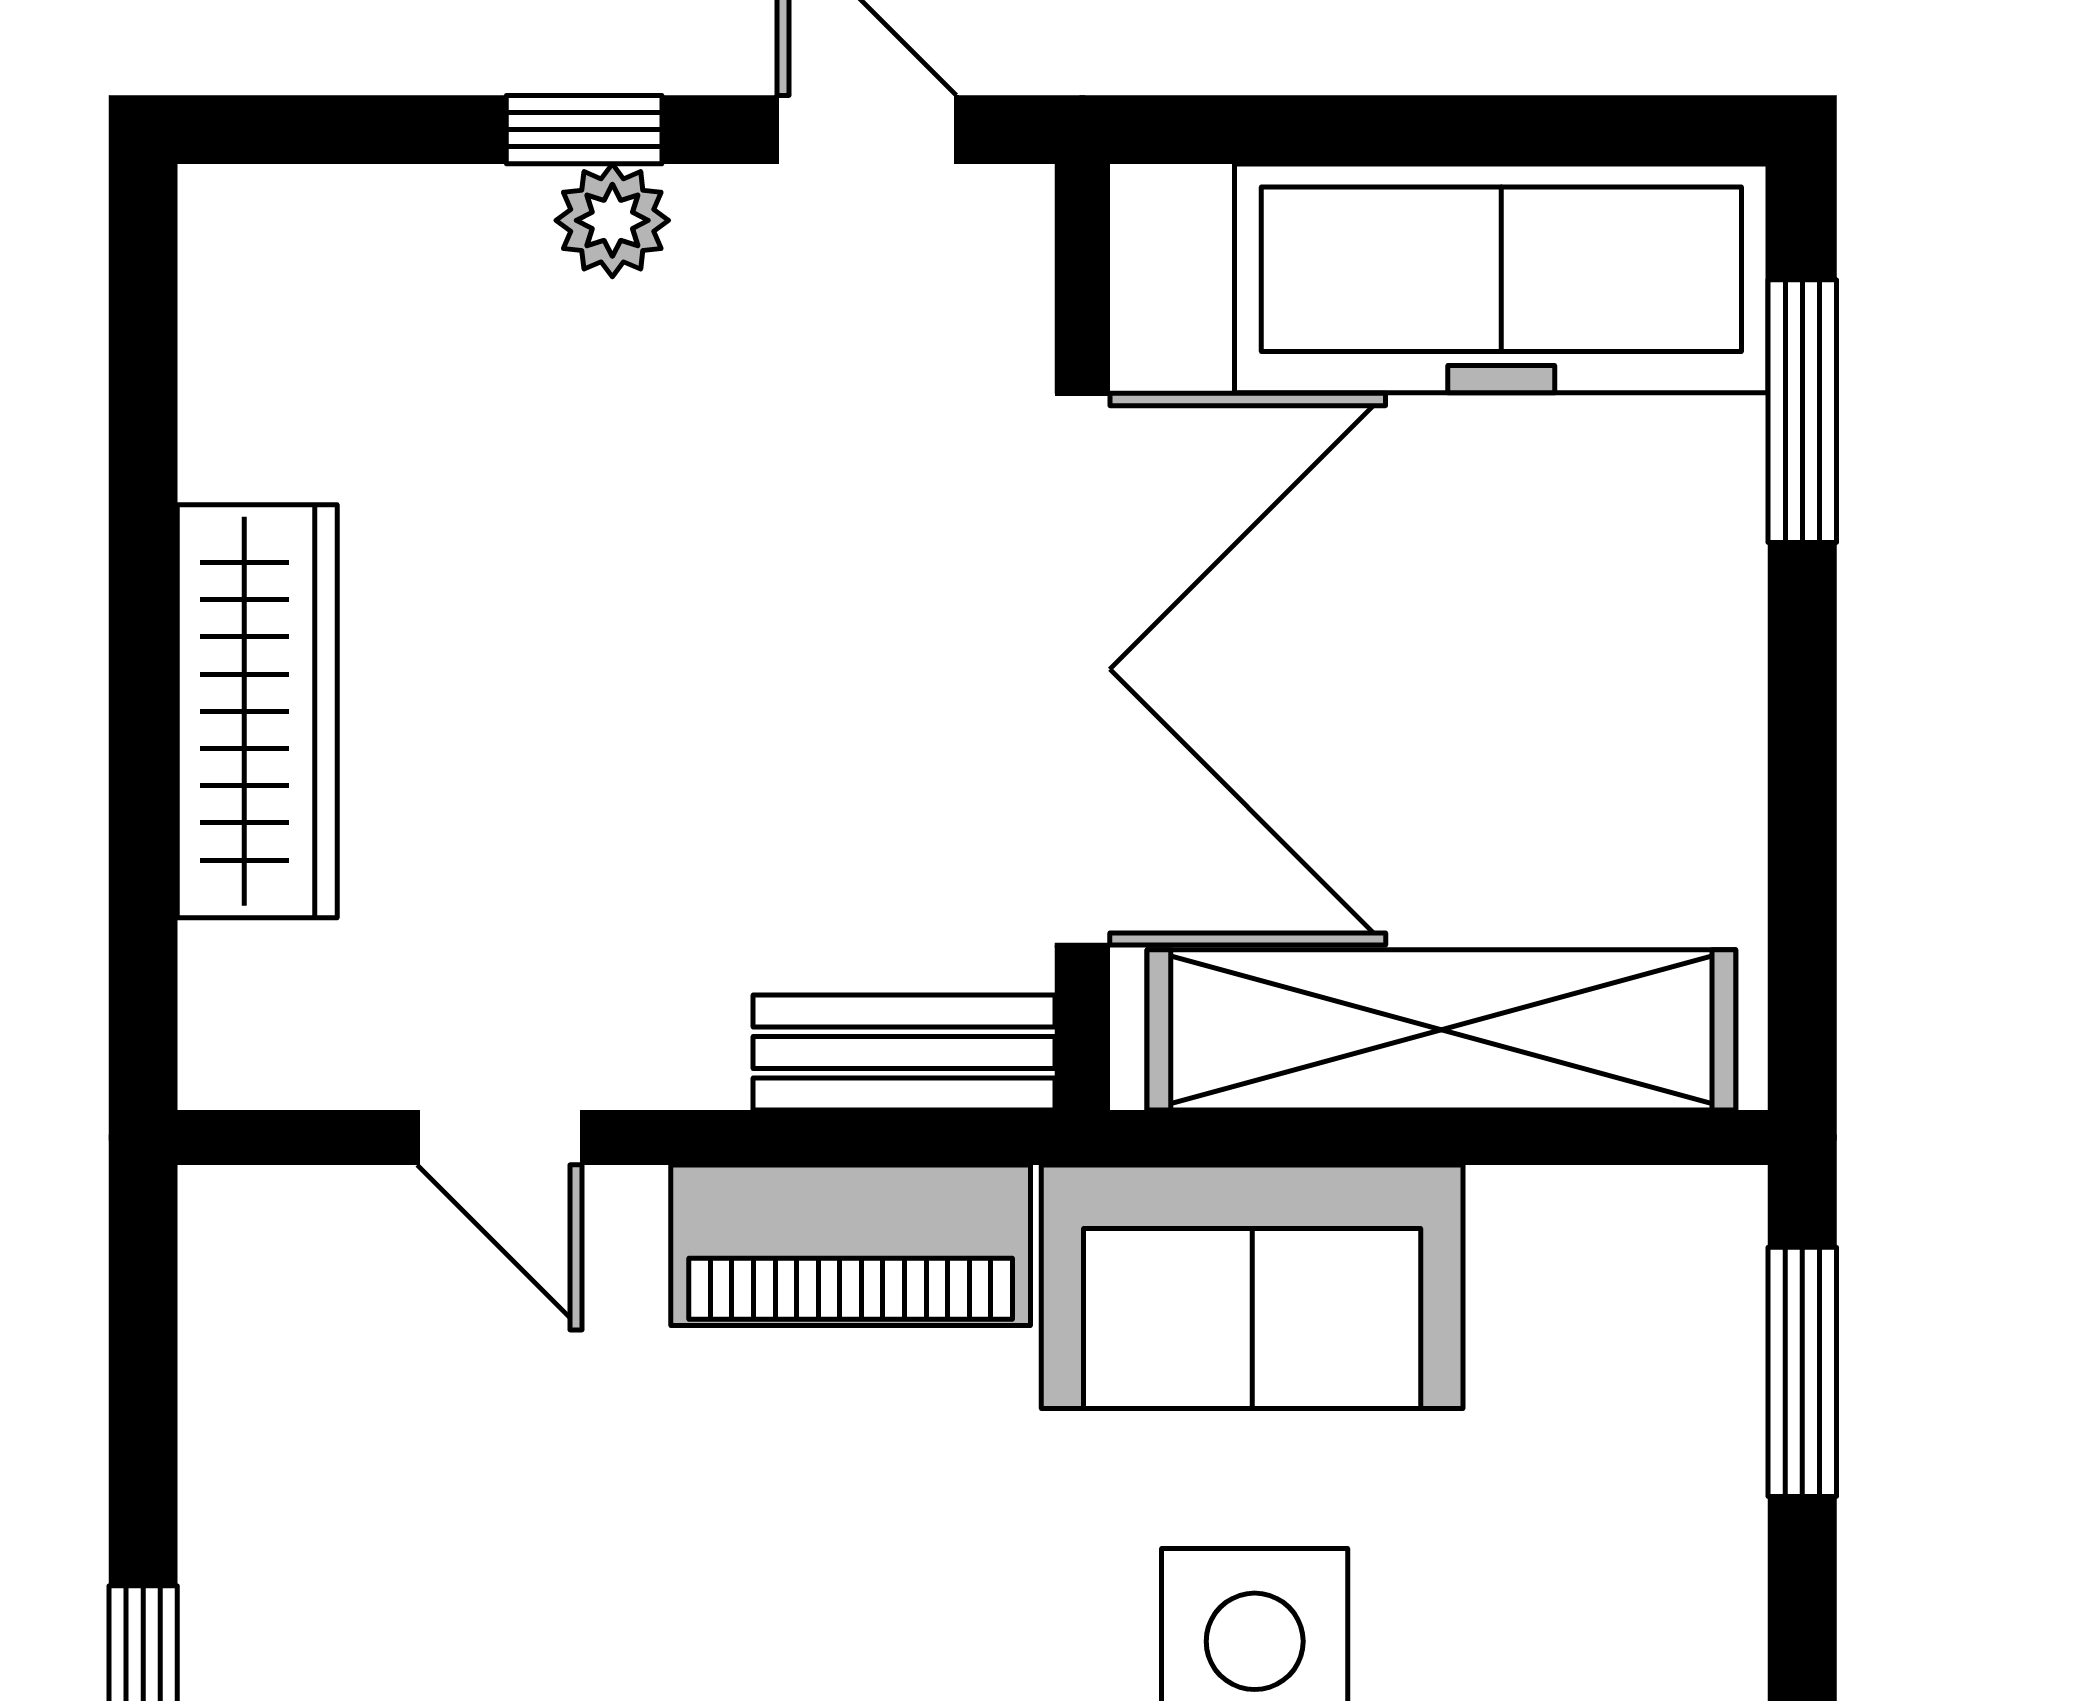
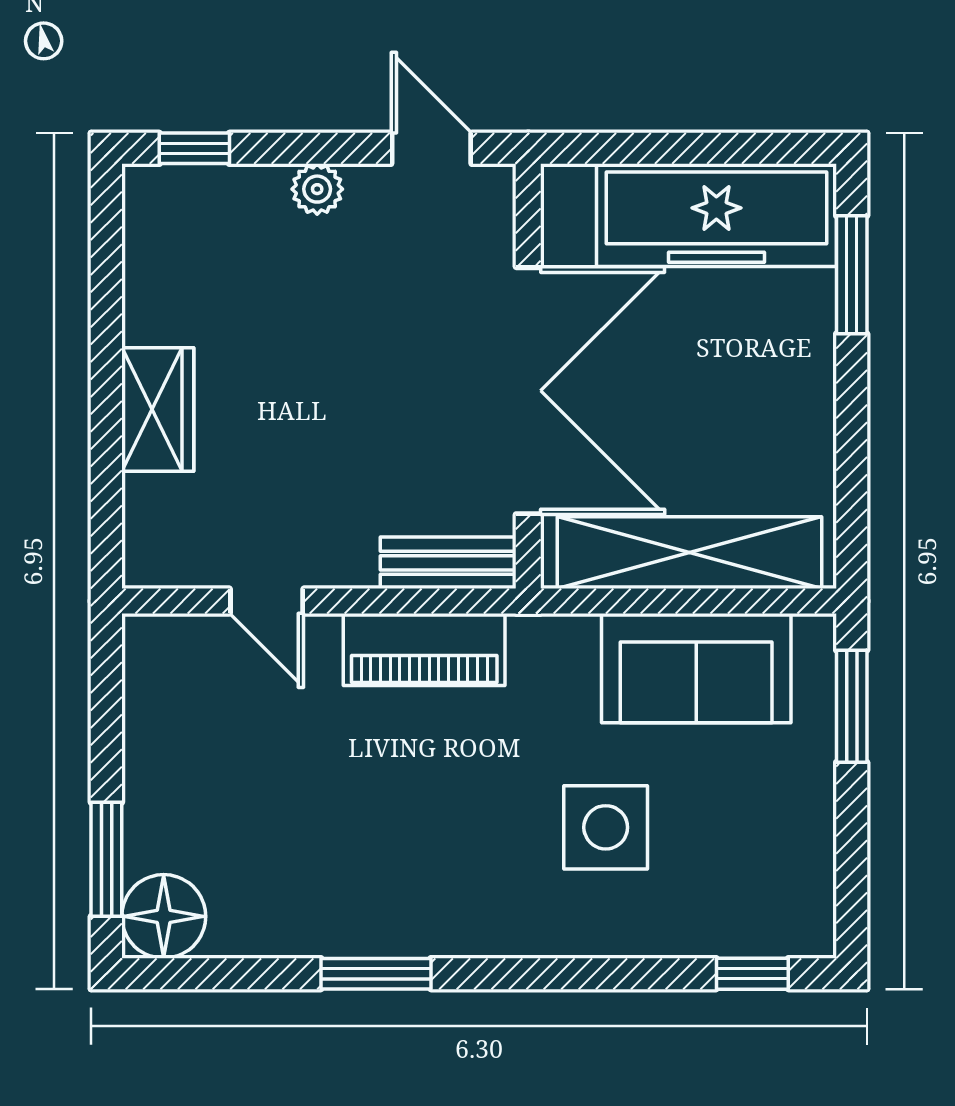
window: (584, 130) -> (194, 148), moved
wardrobe: (257, 711) -> (158, 410), width x0.67
sofa: (1252, 1287) -> (696, 668), moved

